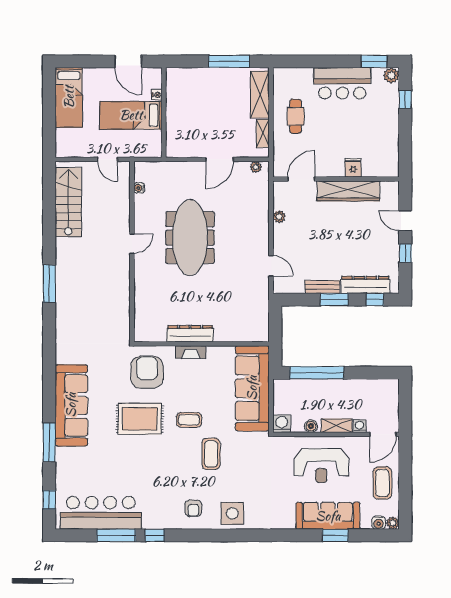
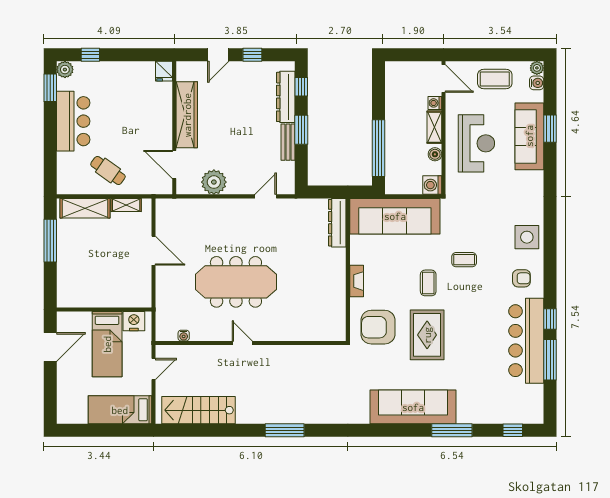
nightstand: (157, 95) -> (134, 321), moved, width x1.89, depth x1.79
bed: (69, 97) -> (120, 410), moved, turned 180
cafe table: (296, 116) -> (108, 171), turned 35
plant: (256, 167) -> (161, 212), removed
fridge: (353, 168) -> (164, 71), moved, turned -90
plant: (279, 217) -> (214, 182), width x1.88, depth x1.88
dresser: (190, 334) -> (337, 223), moved
coffee table: (211, 454) -> (464, 260), width x0.73, depth x0.77
bar counter: (101, 513) -> (526, 341), moved

